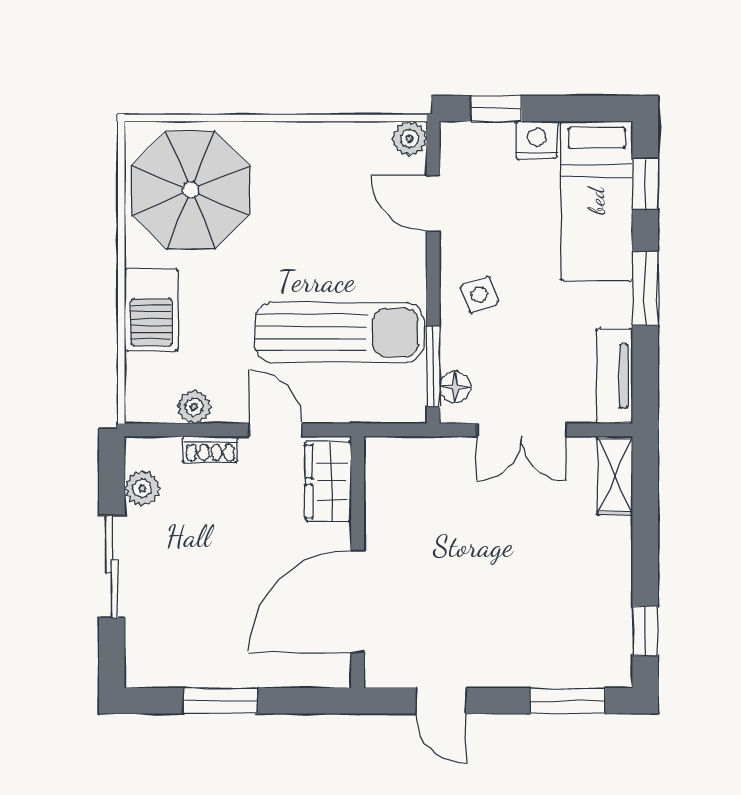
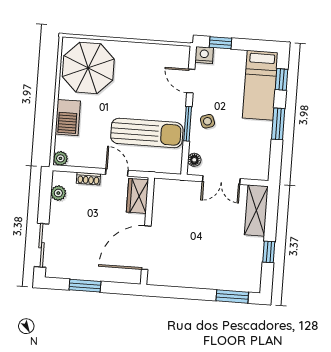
plant: (410, 138) -> (183, 53), removed
nightstand: (537, 140) -> (204, 55), moved
window: (433, 366) -> (188, 124), moved
tv unit: (615, 376) -> (262, 160), removed
plant: (194, 407) -> (60, 158), moved
shelving: (615, 476) -> (256, 211), width x1.50, depth x1.33
sliding door: (112, 567) -> (42, 245), moved
window: (645, 631) -> (269, 252), moved
door: (441, 701) -> (179, 293), removed

